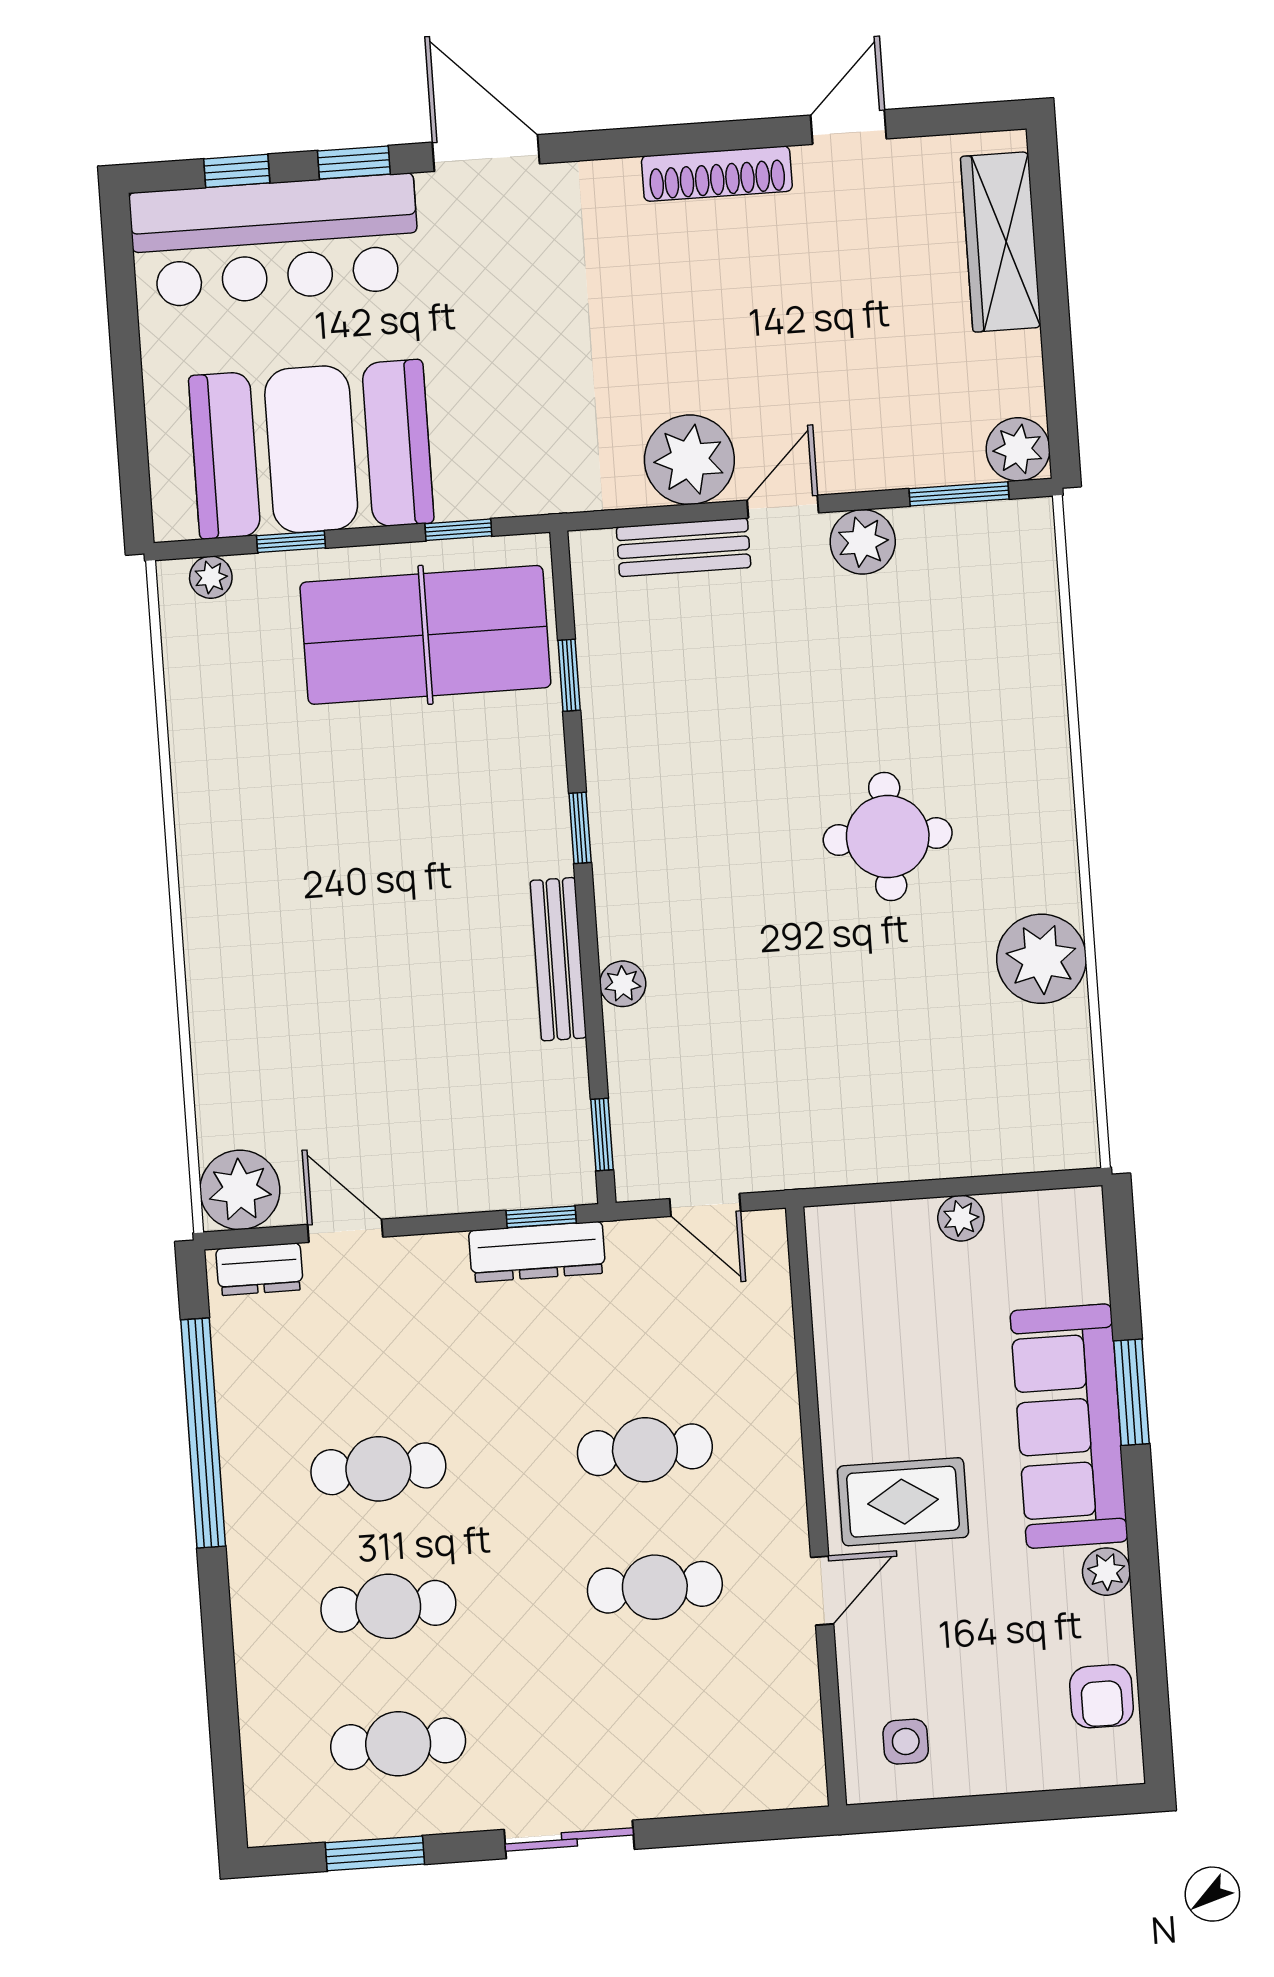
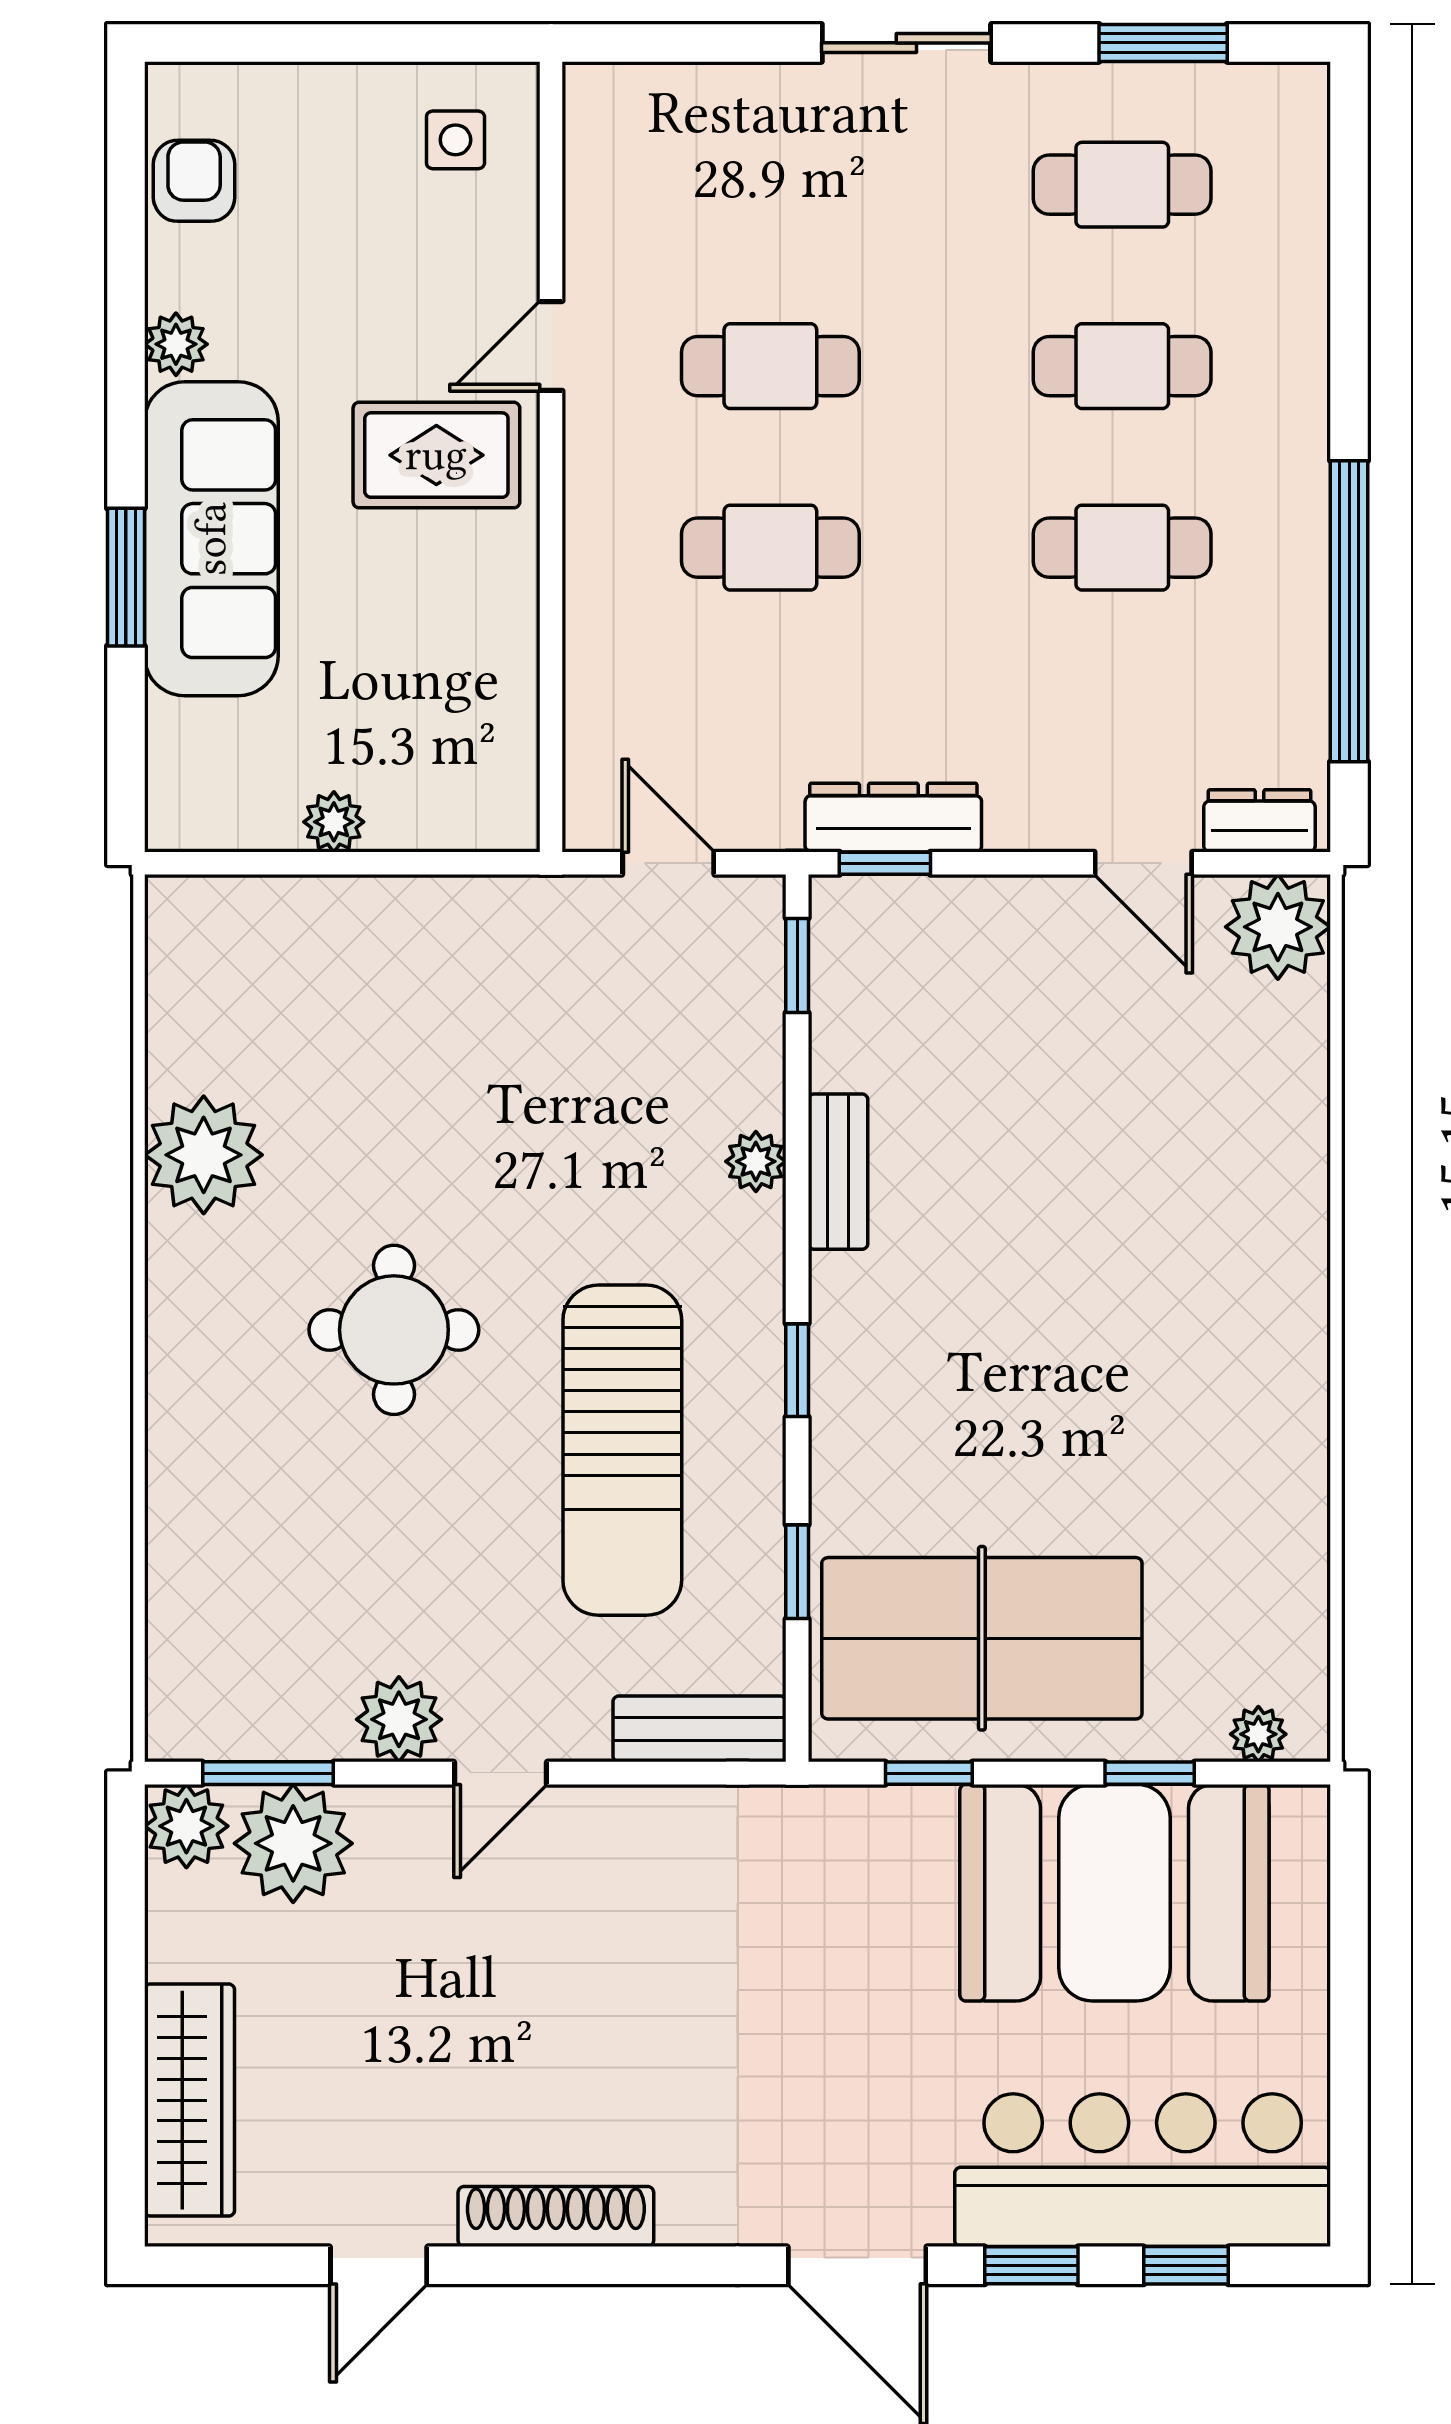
plant: (689, 460) -> (293, 1843), moved
bench: (684, 547) -> (699, 1729), moved
sun lounger: (708, 758) -> (622, 1450), added
bench: (558, 959) -> (838, 1172), width x0.73

